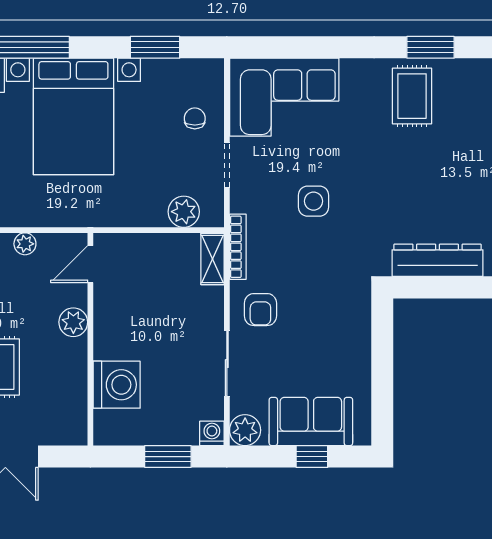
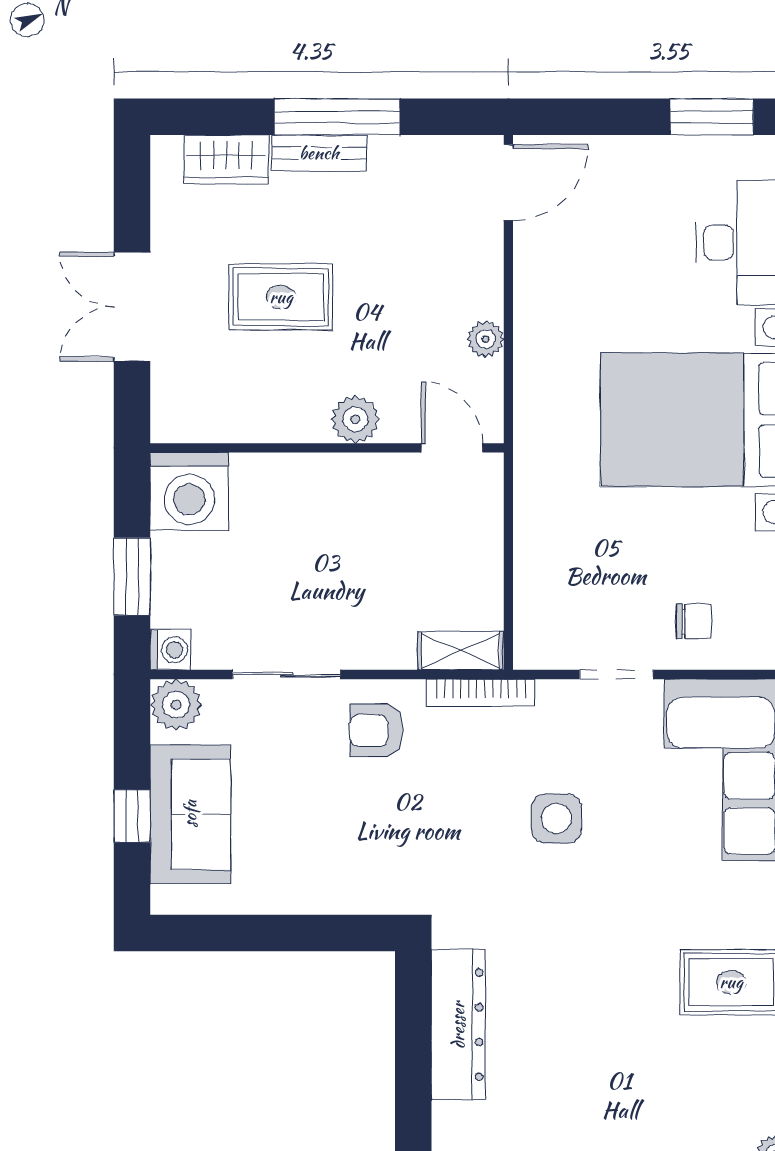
plant: (184, 212) -> (539, 603), removed
washing machine: (117, 385) -> (189, 491), moved

